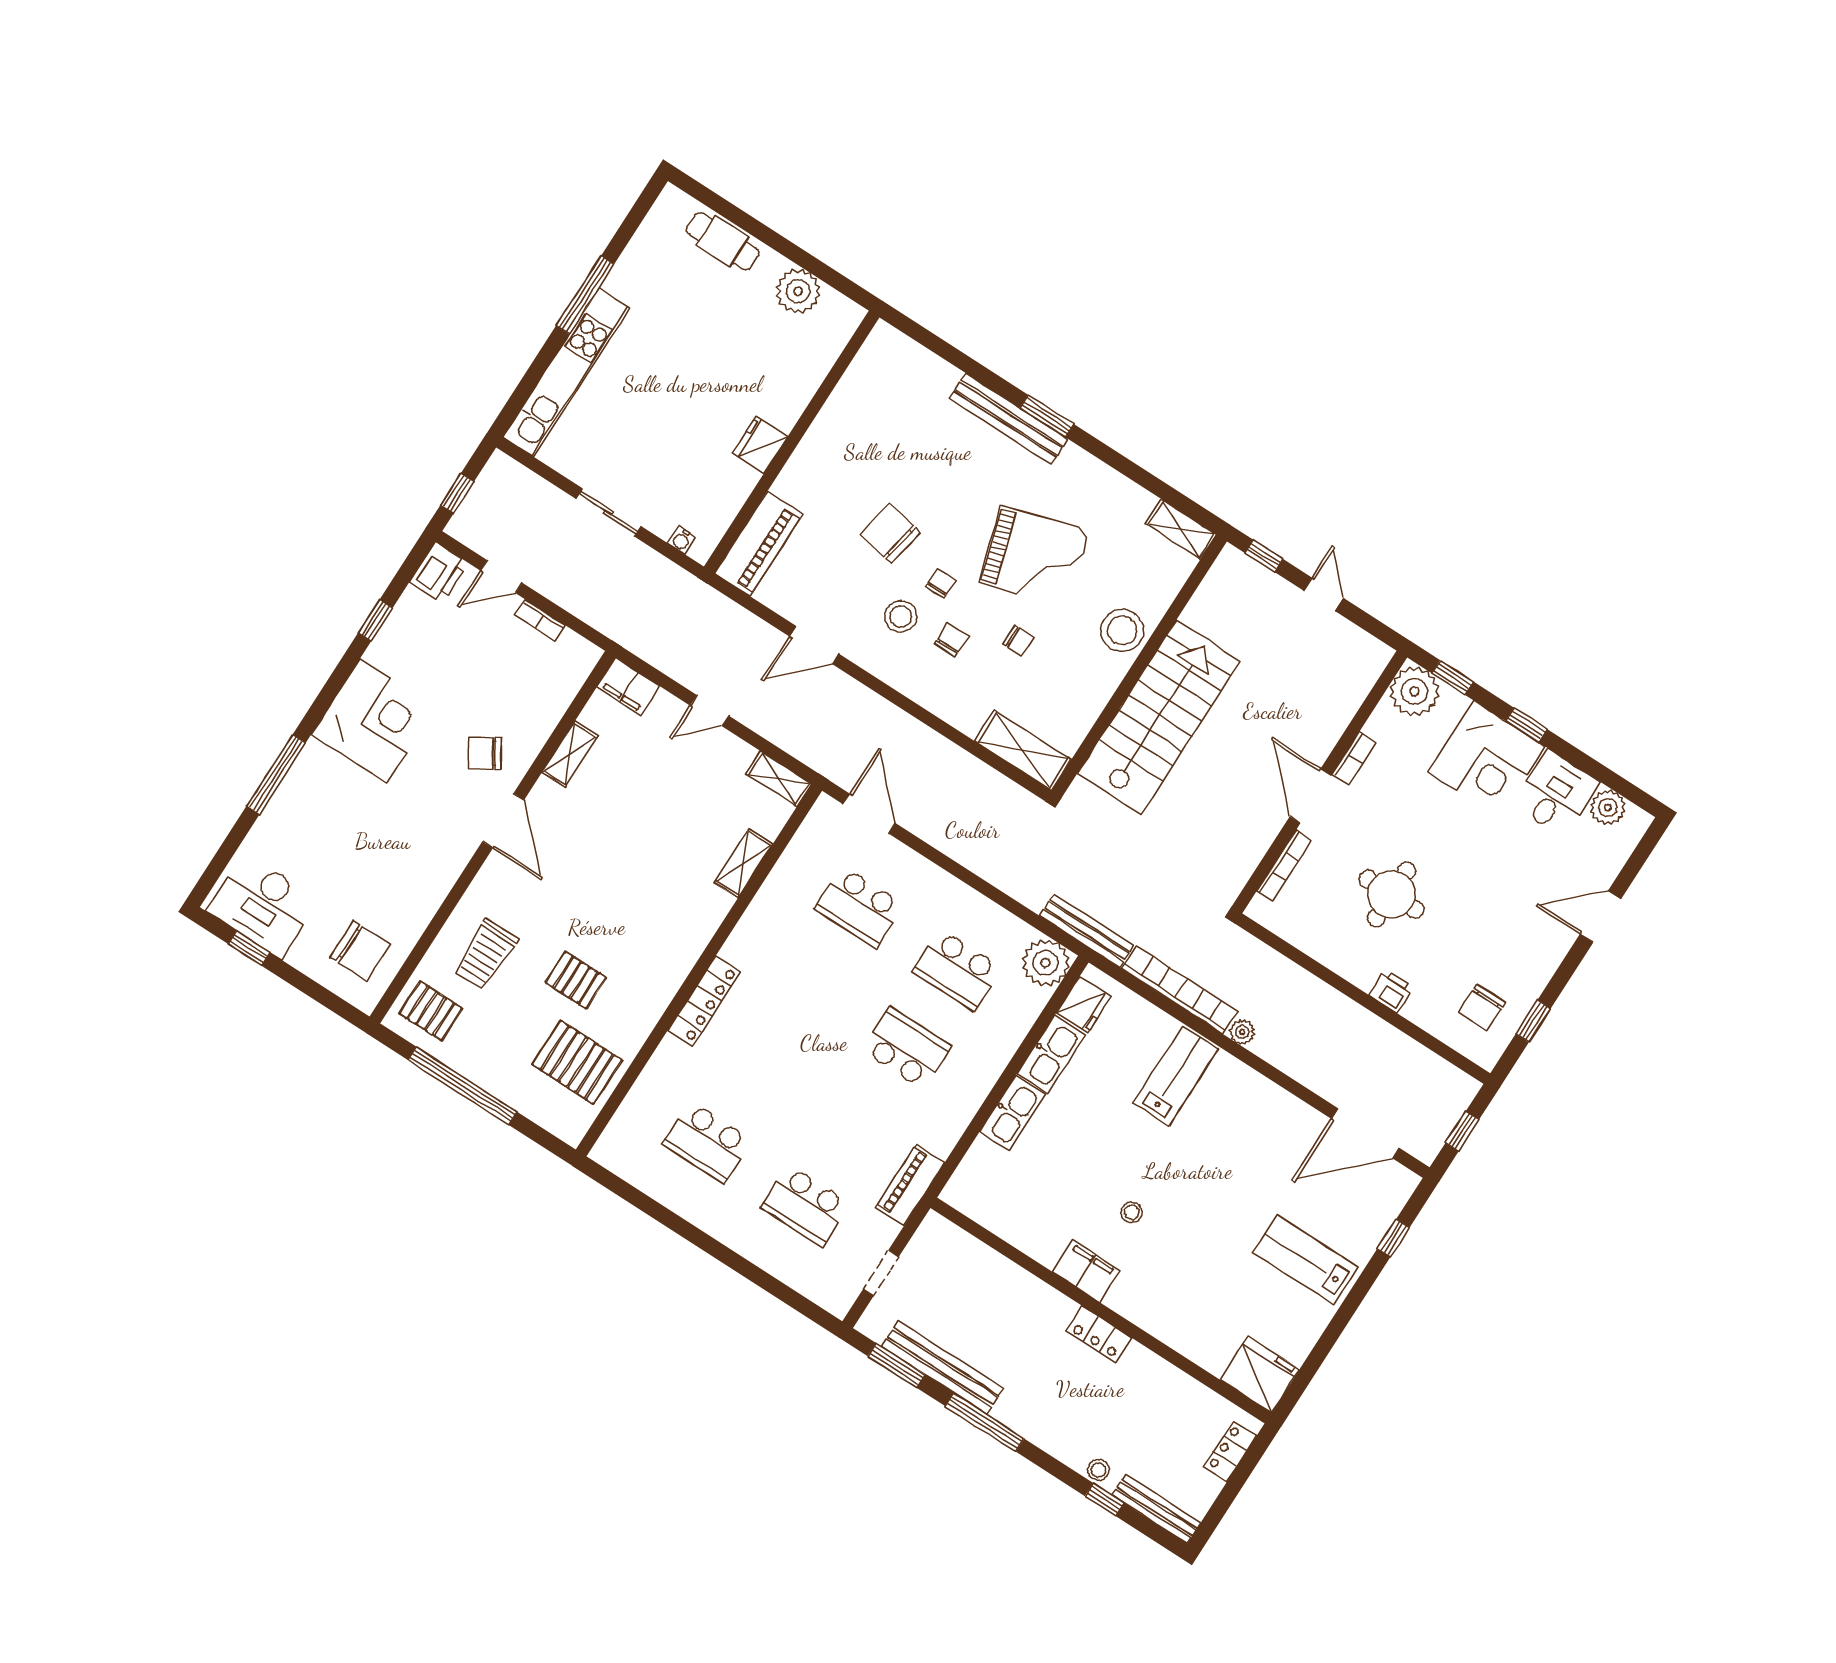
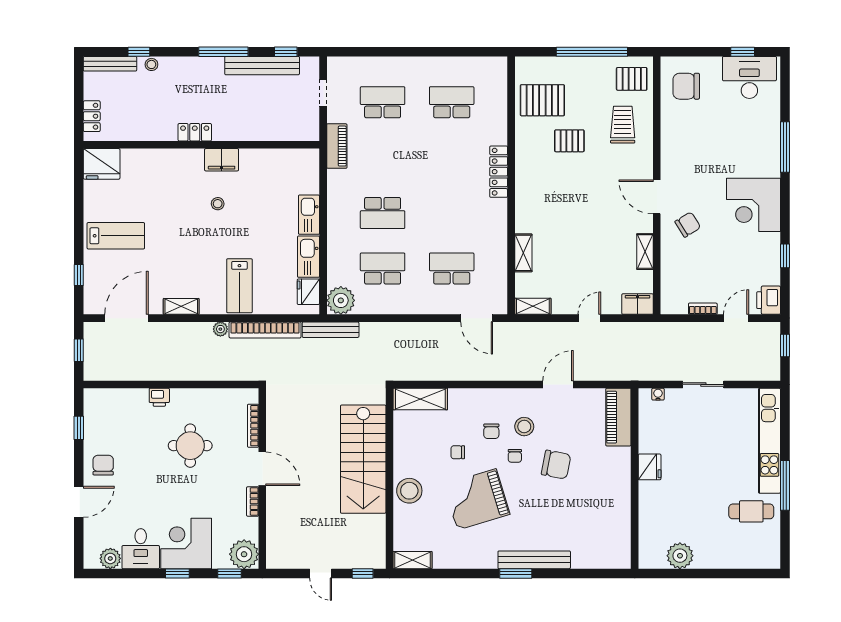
cafe table: (723, 241) -> (751, 511), moved
chair: (1482, 1007) -> (103, 465), moved
shelving: (1277, 1100) -> (181, 306), added
window: (896, 1365) -> (286, 52), width x0.67

